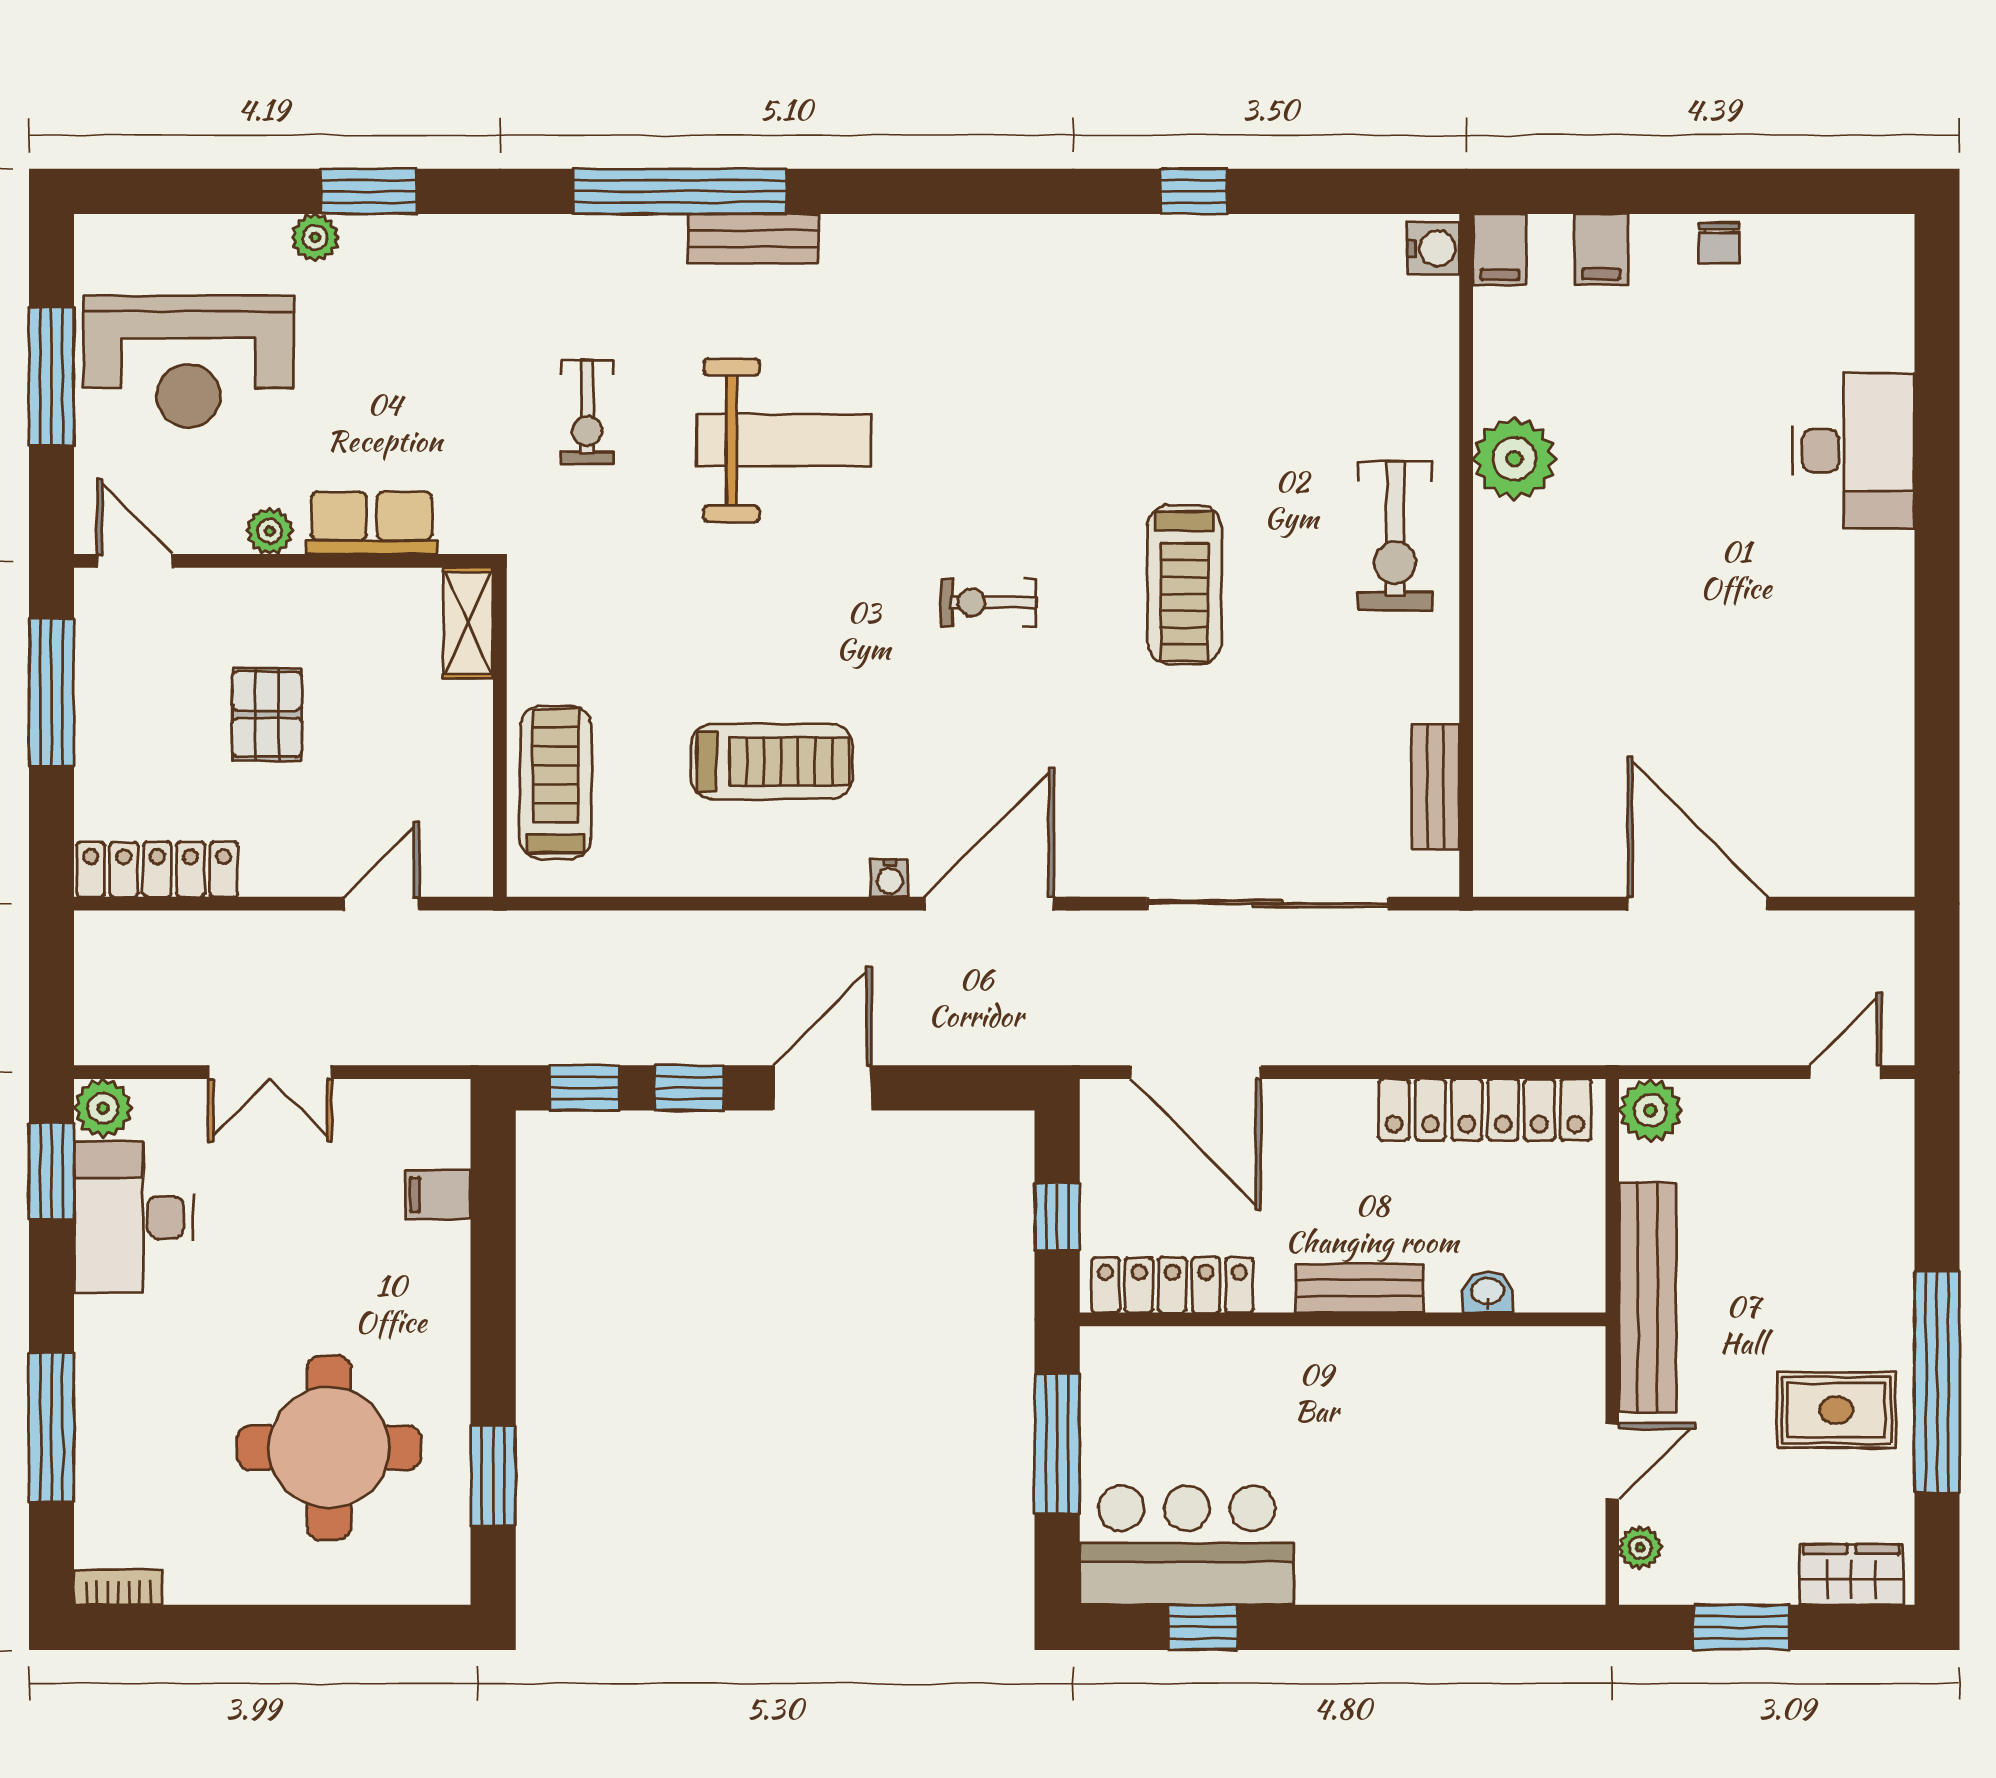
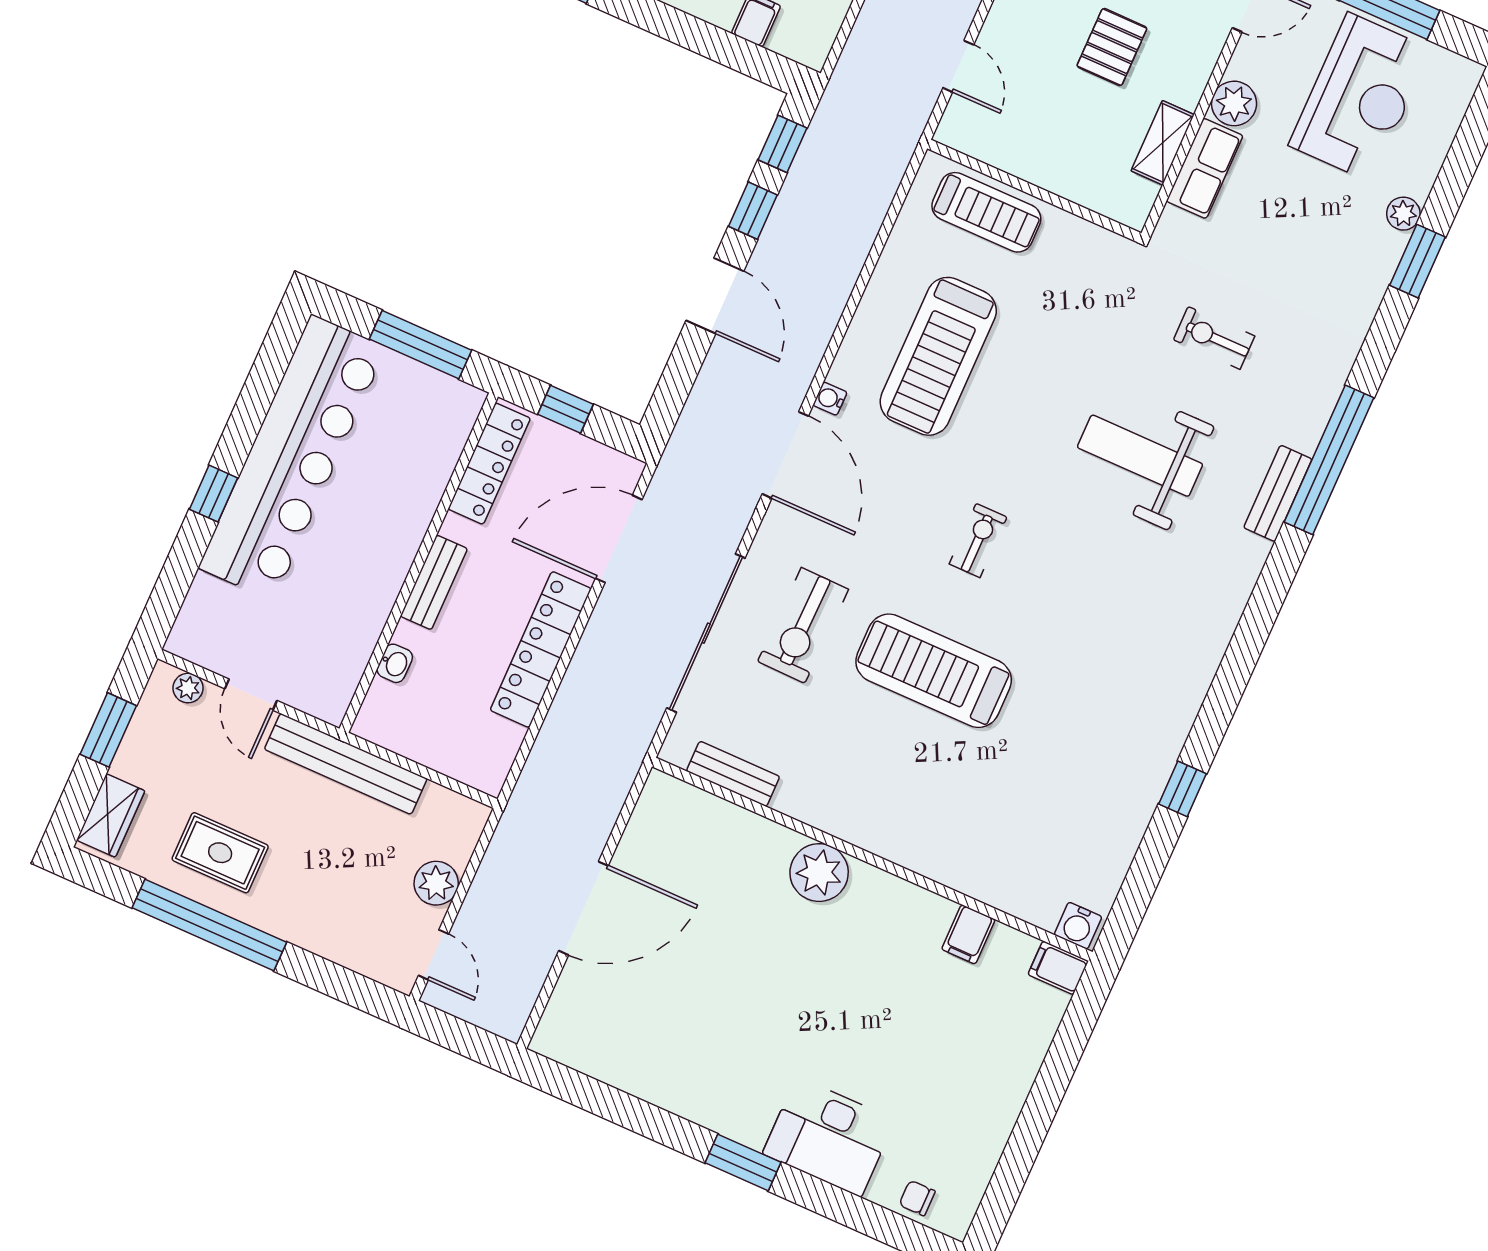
chair: (1719, 243) -> (917, 1198), moved
filing cabinet: (1601, 249) -> (968, 934), moved, turned -90
reception desk: (188, 362) -> (1360, 97), turned 180
weight bench: (784, 440) -> (1140, 456), turned 90
plant: (1514, 459) -> (819, 873), moved
plant: (270, 531) -> (1234, 103), width x1.38, depth x1.38
exercise bike: (1395, 536) -> (803, 625), moved, turned -89
window: (1937, 548) -> (743, 1163), added
treadmill: (1185, 585) -> (934, 671), width x1.37, depth x1.38
shelving: (468, 623) -> (1163, 143), moved, turned 90
pallet: (267, 714) -> (1112, 47), turned 90
treadmill: (771, 761) -> (938, 356), width x1.37, depth x1.38
locker: (1485, 1110) -> (541, 649), moved
plant: (1650, 1110) -> (436, 883), moved
rug: (1836, 1410) -> (220, 853), turned 90
bar counter: (1187, 1545) -> (292, 458), width x1.86
window: (1203, 1627) -> (214, 494), moved

